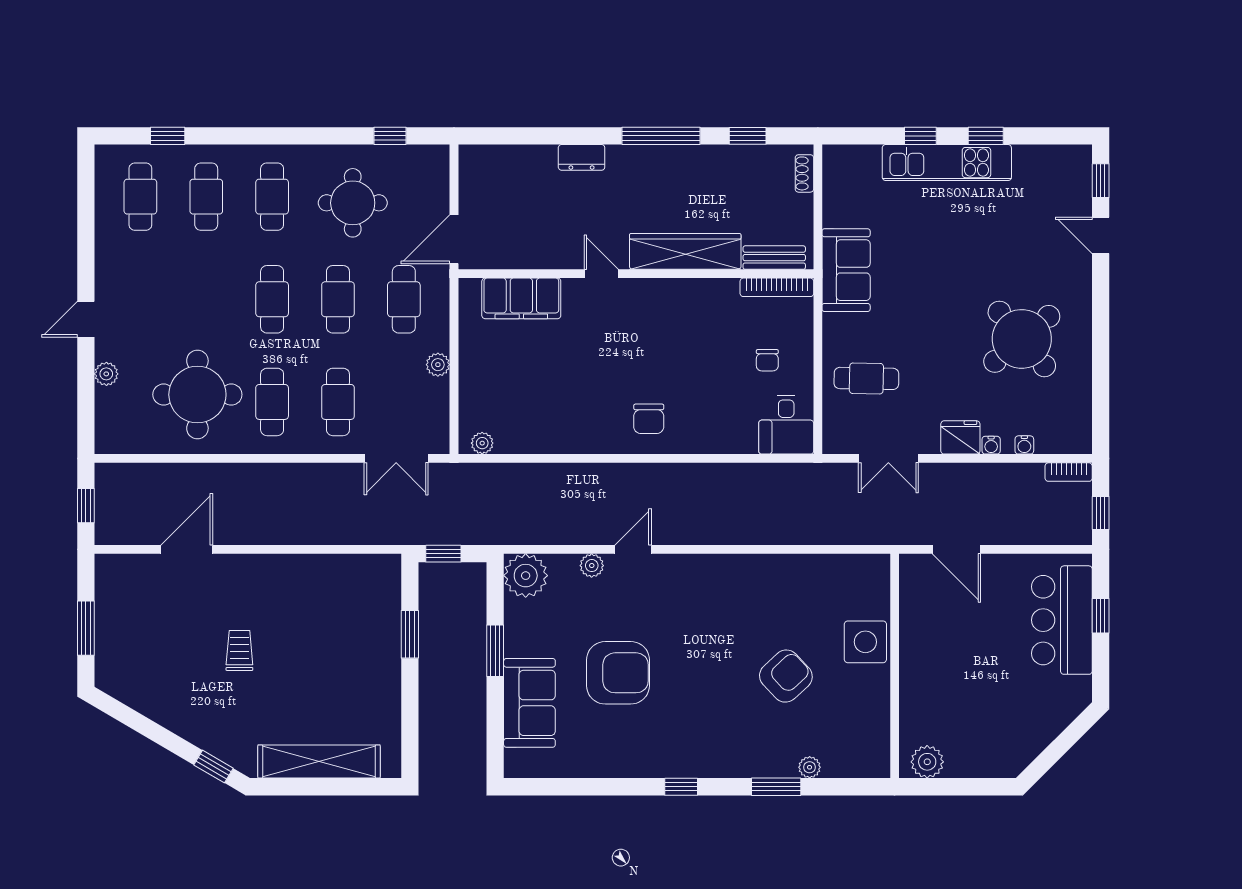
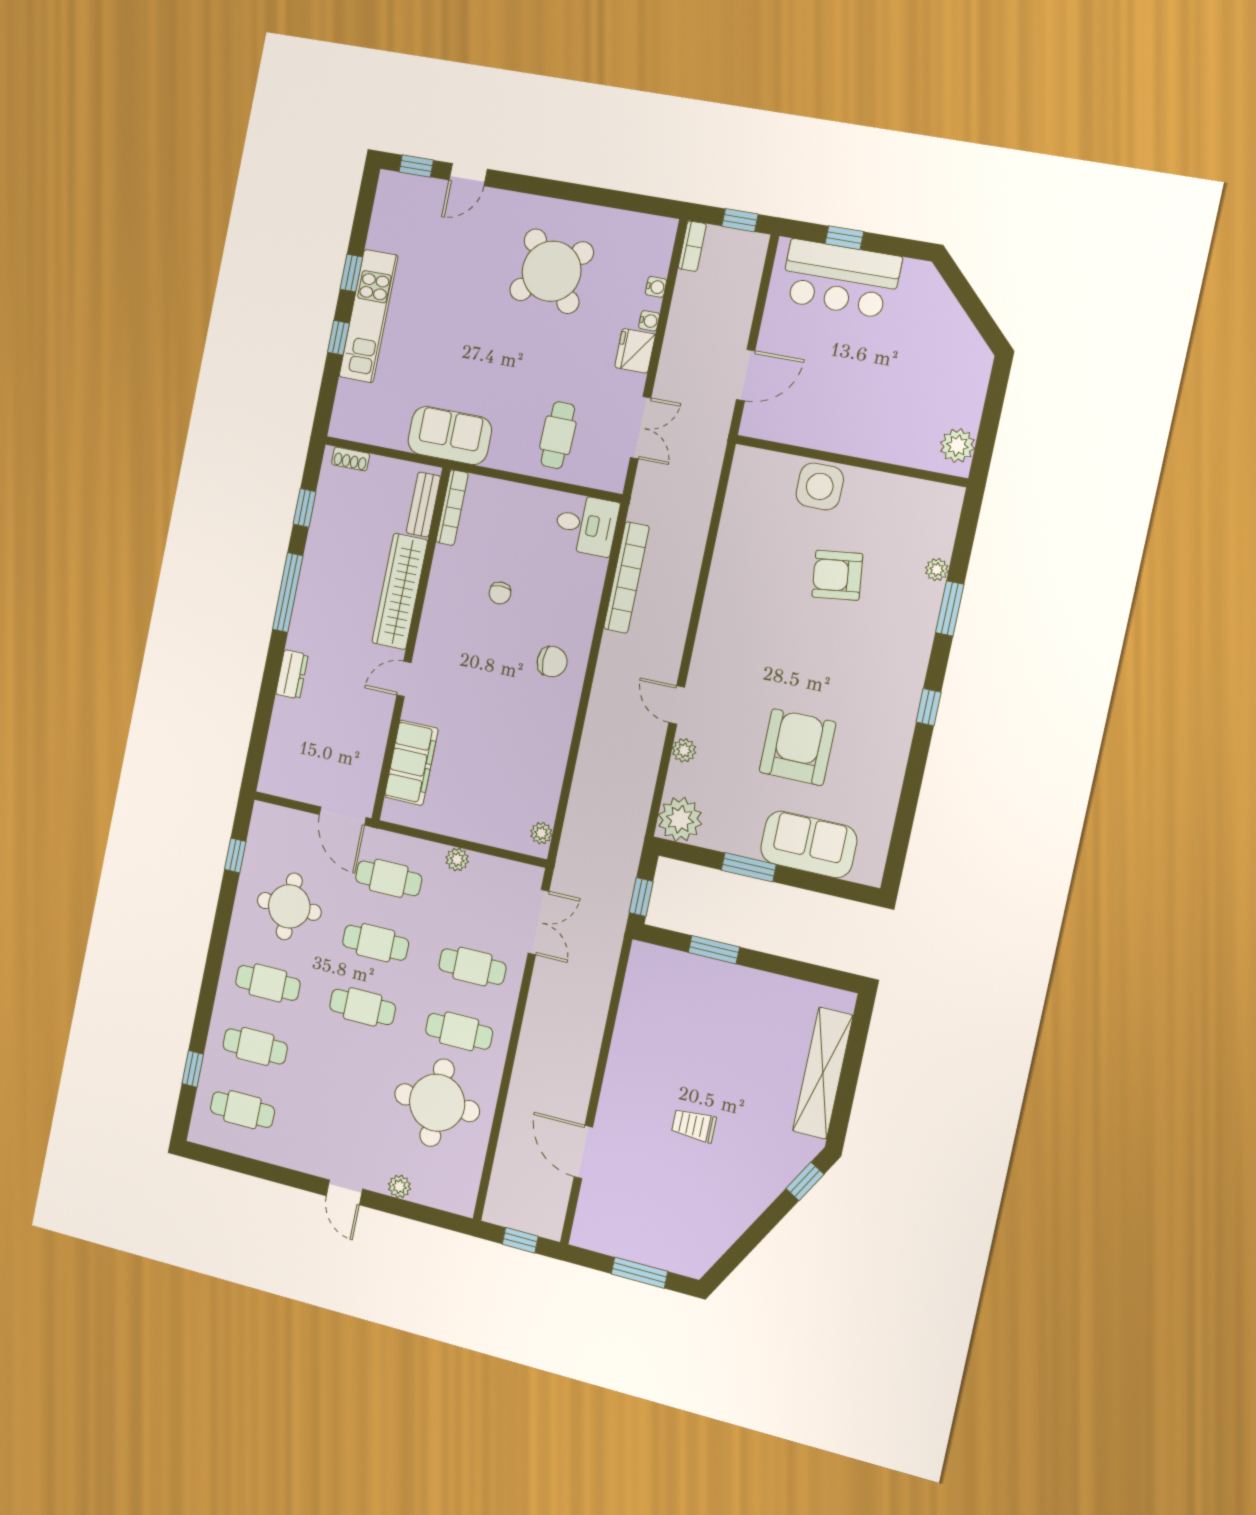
chair: (767, 360) -> (500, 593), moved, turned 90
bookcase: (744, 475) -> (626, 577), added
armchair: (786, 676) -> (837, 575), turned -54

